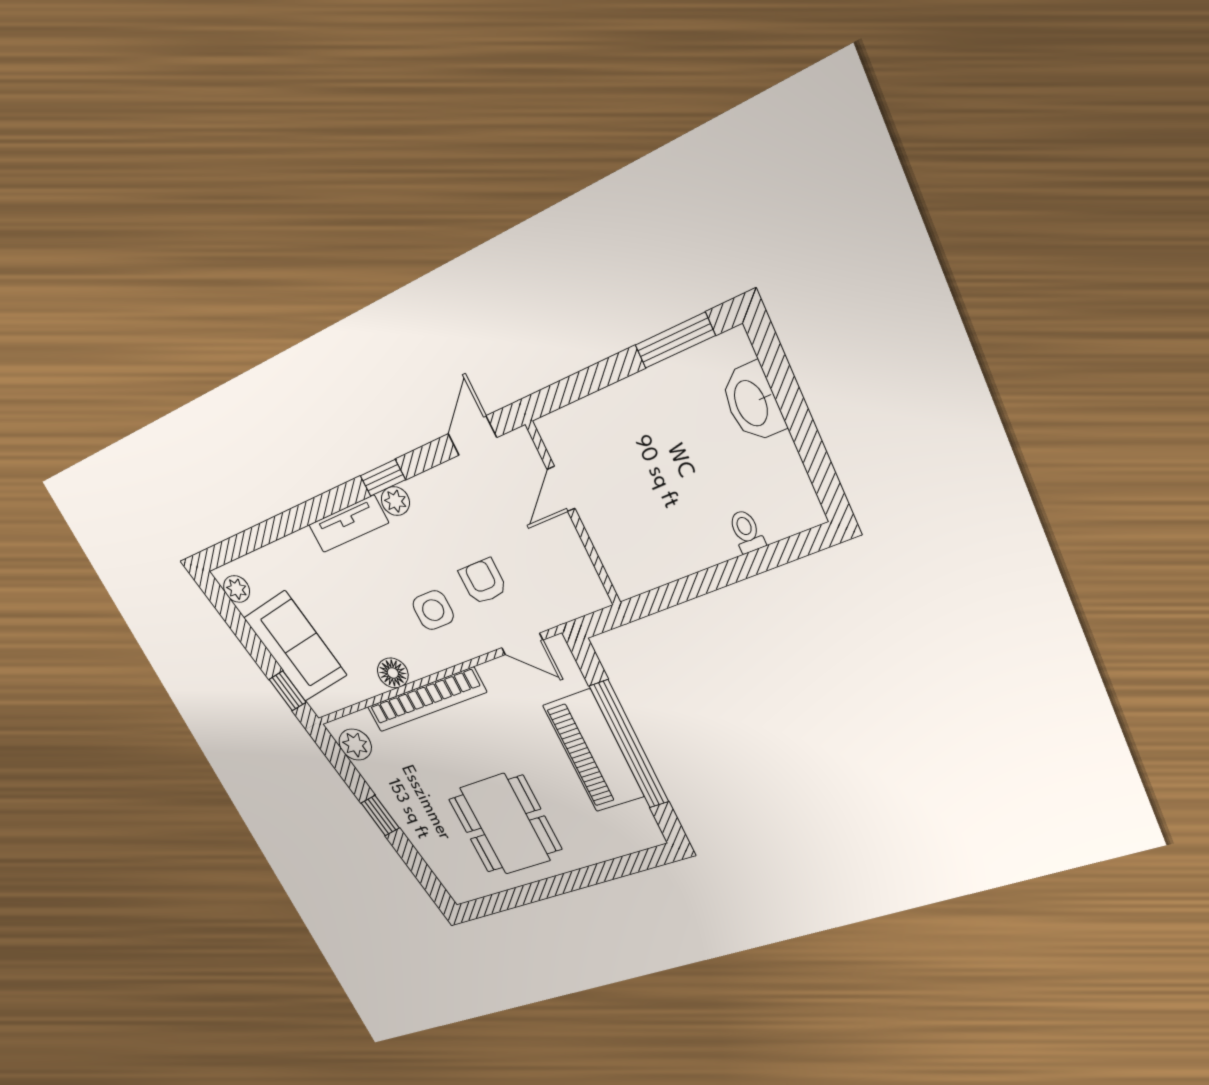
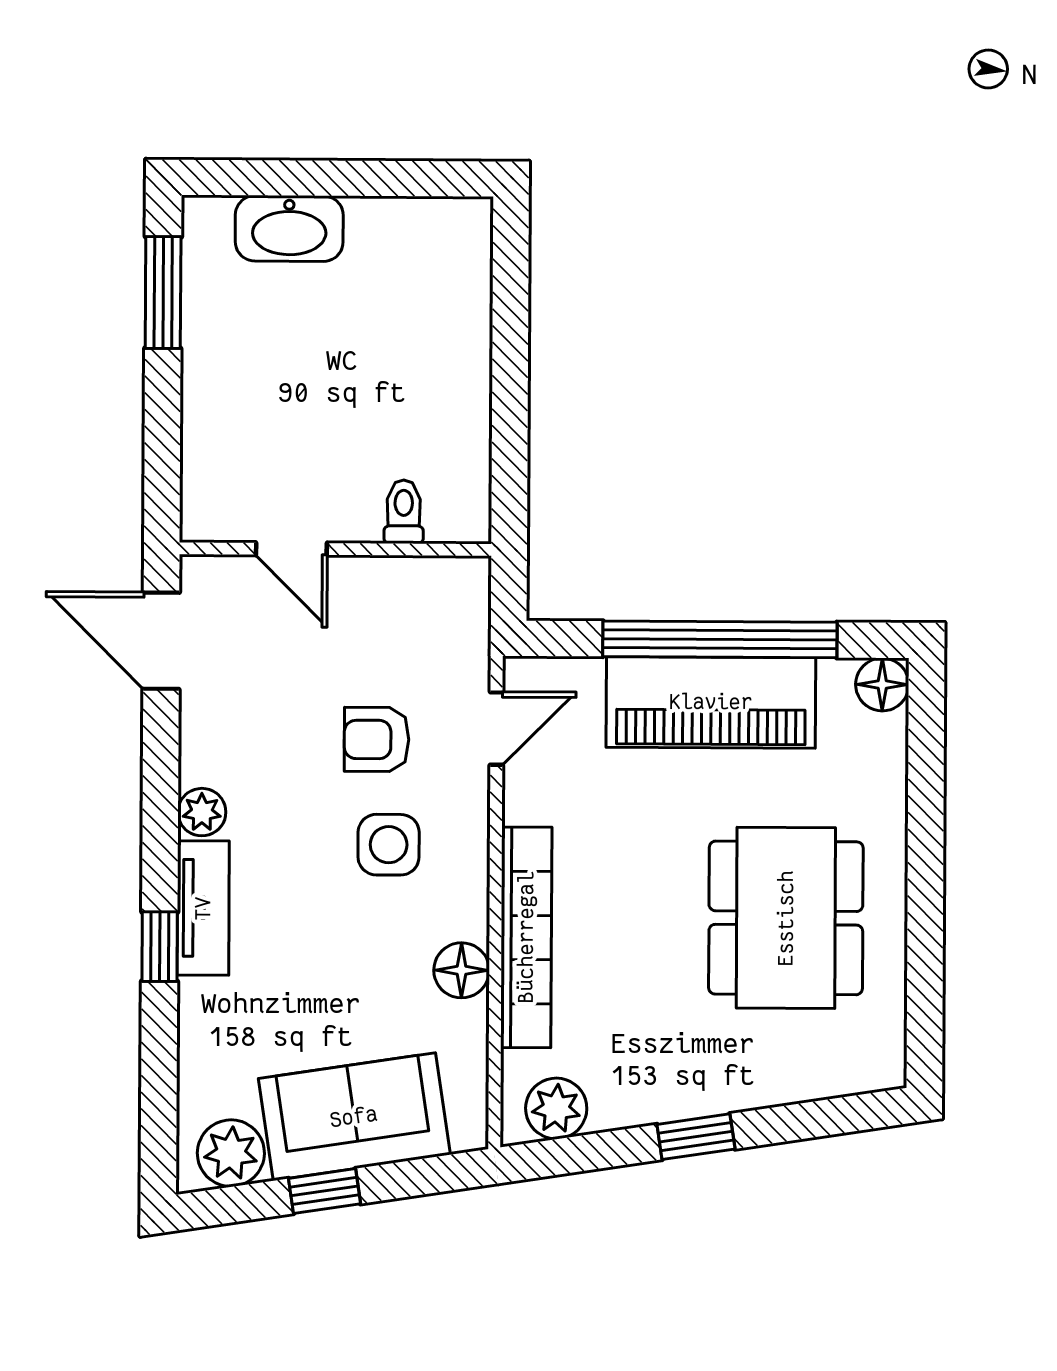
door: (472, 436) -> (161, 641), width x1.38
window: (383, 478) -> (160, 947), moved
toilet: (747, 531) -> (404, 512), moved, turned 90
plant: (237, 589) -> (231, 1153), width x1.38, depth x1.38
window: (288, 691) -> (325, 1191), moved
dining table: (505, 824) -> (786, 918), turned 90
floor lamp: (647, 834) -> (882, 684), added

